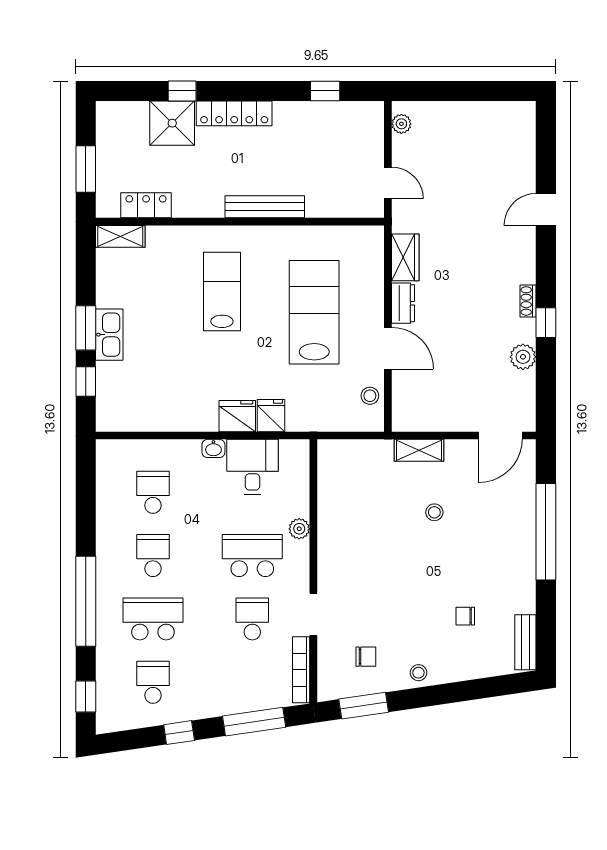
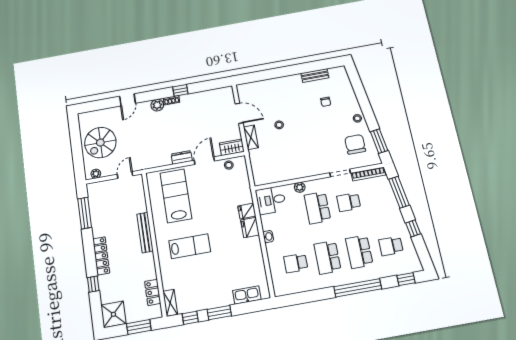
window: (325, 91) -> (85, 213), width x2.17
shower: (172, 123) -> (113, 314), moved
spiral stairs: (465, 141) -> (100, 143), added
door: (546, 210) -> (127, 100), hinge flipped
wardrobe: (405, 257) -> (232, 147), moved
lab bench: (222, 291) -> (190, 246), turned 180
lab bench: (314, 312) -> (176, 196), moved, turned 90
kitchen sink: (109, 335) -> (247, 295), moved
plant: (523, 357) -> (157, 105), moved
window: (86, 381) -> (190, 318), moved
door: (500, 436) -> (239, 113), moved
desk: (253, 467) -> (271, 200), moved
window: (546, 532) -> (278, 73), removed
school desk: (153, 556) -> (327, 257), width x1.85
bench: (525, 642) -> (315, 75), moved
chair: (366, 657) -> (355, 144), width x1.87, depth x1.87

